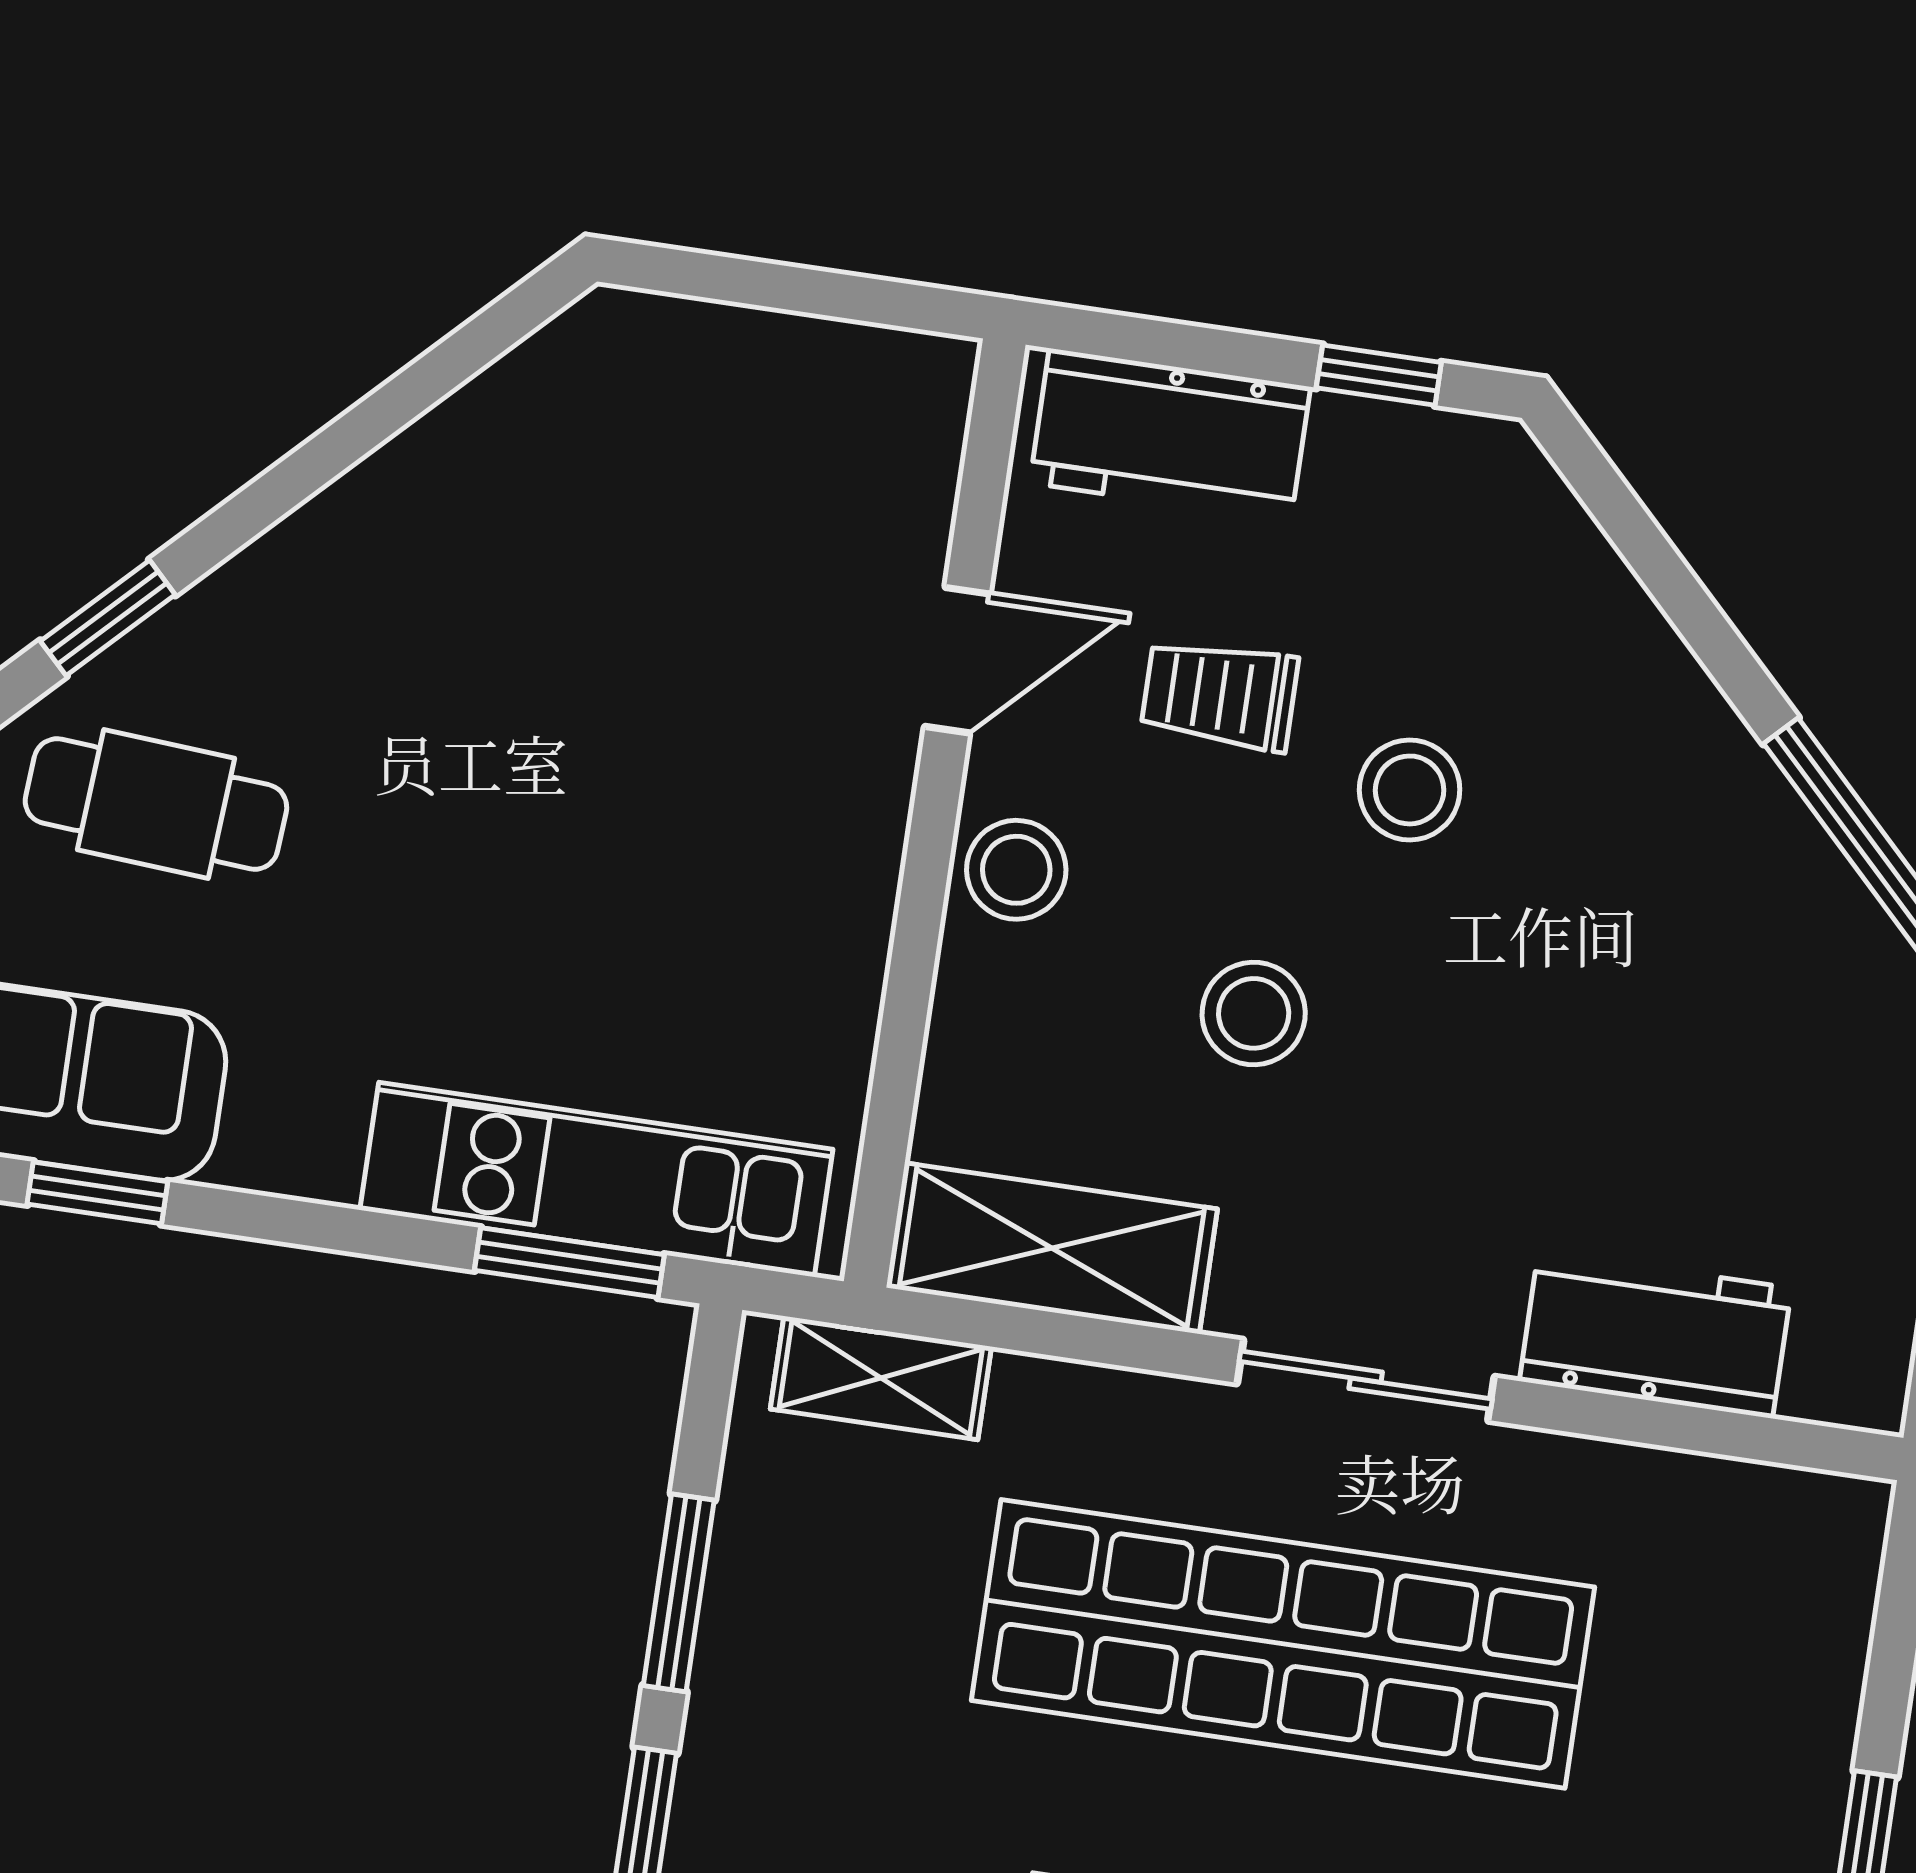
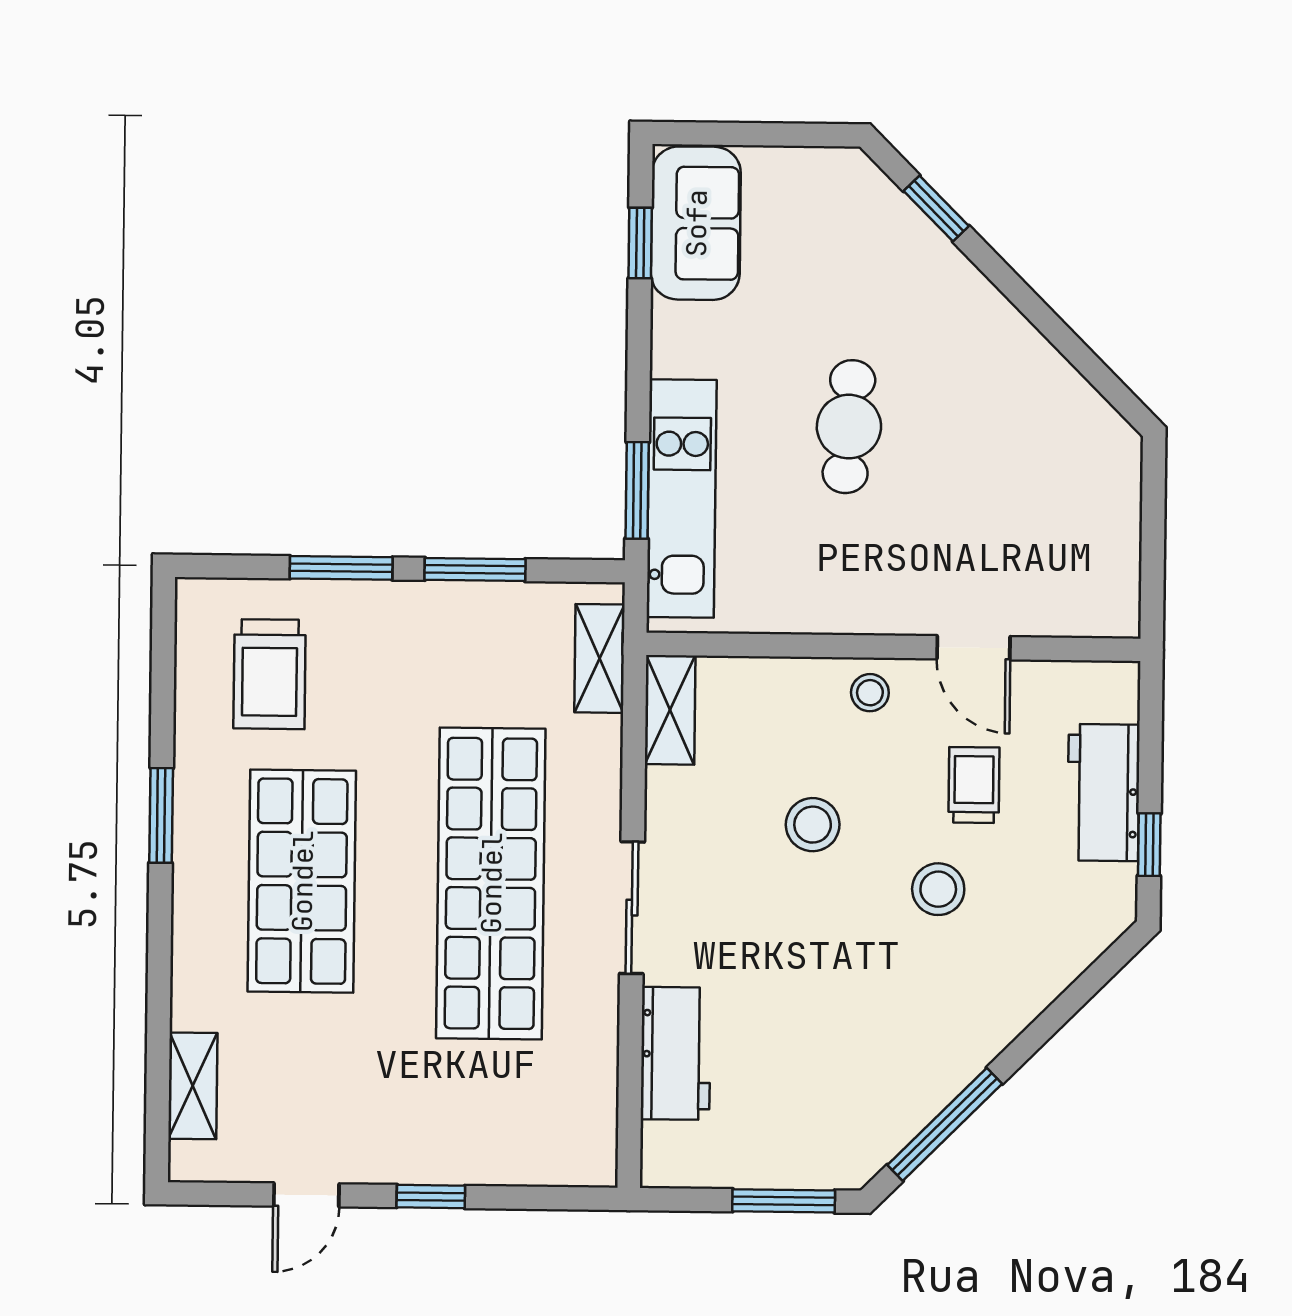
workbench: (1170, 435) -> (1103, 792), moved
cafe table: (156, 804) -> (849, 427), moved
stool: (1016, 870) -> (870, 693), width x0.73, depth x0.73
shelving: (1052, 1248) -> (670, 710), width x0.67, depth x0.75

